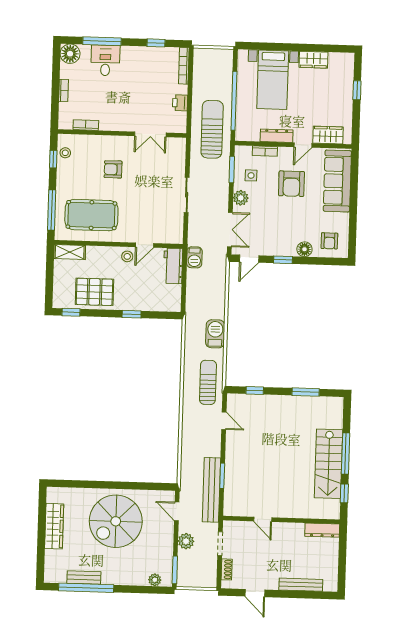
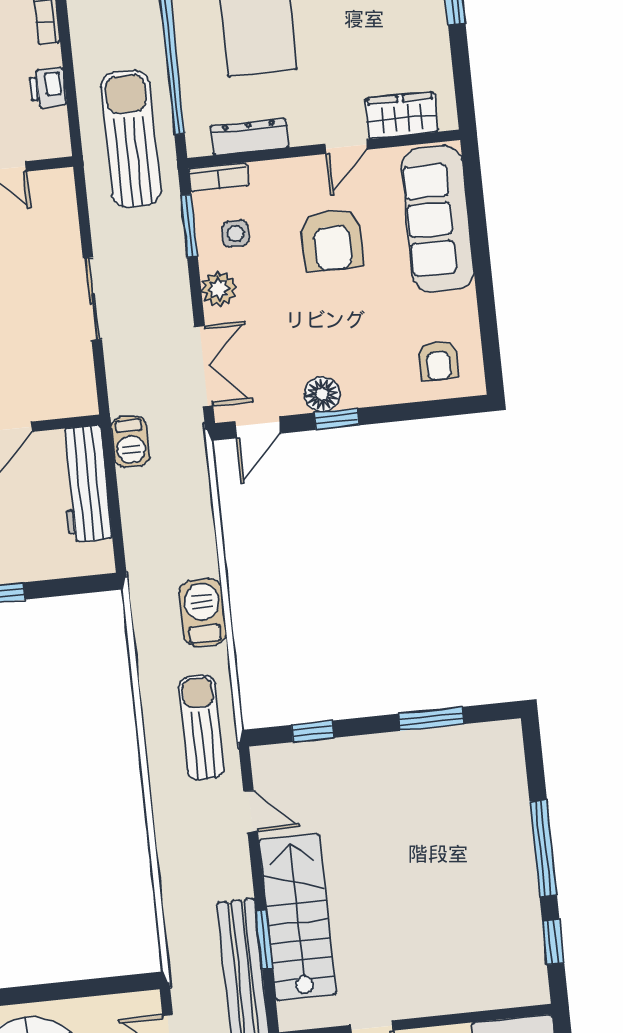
dresser: (277, 136) -> (250, 137), moved
bookcase: (265, 151) -> (218, 177), moved
floor lamp: (304, 249) -> (322, 394), moved
workbench: (173, 266) -> (85, 484), width x1.38
stairs: (329, 464) -> (298, 917), moved, turned 180

